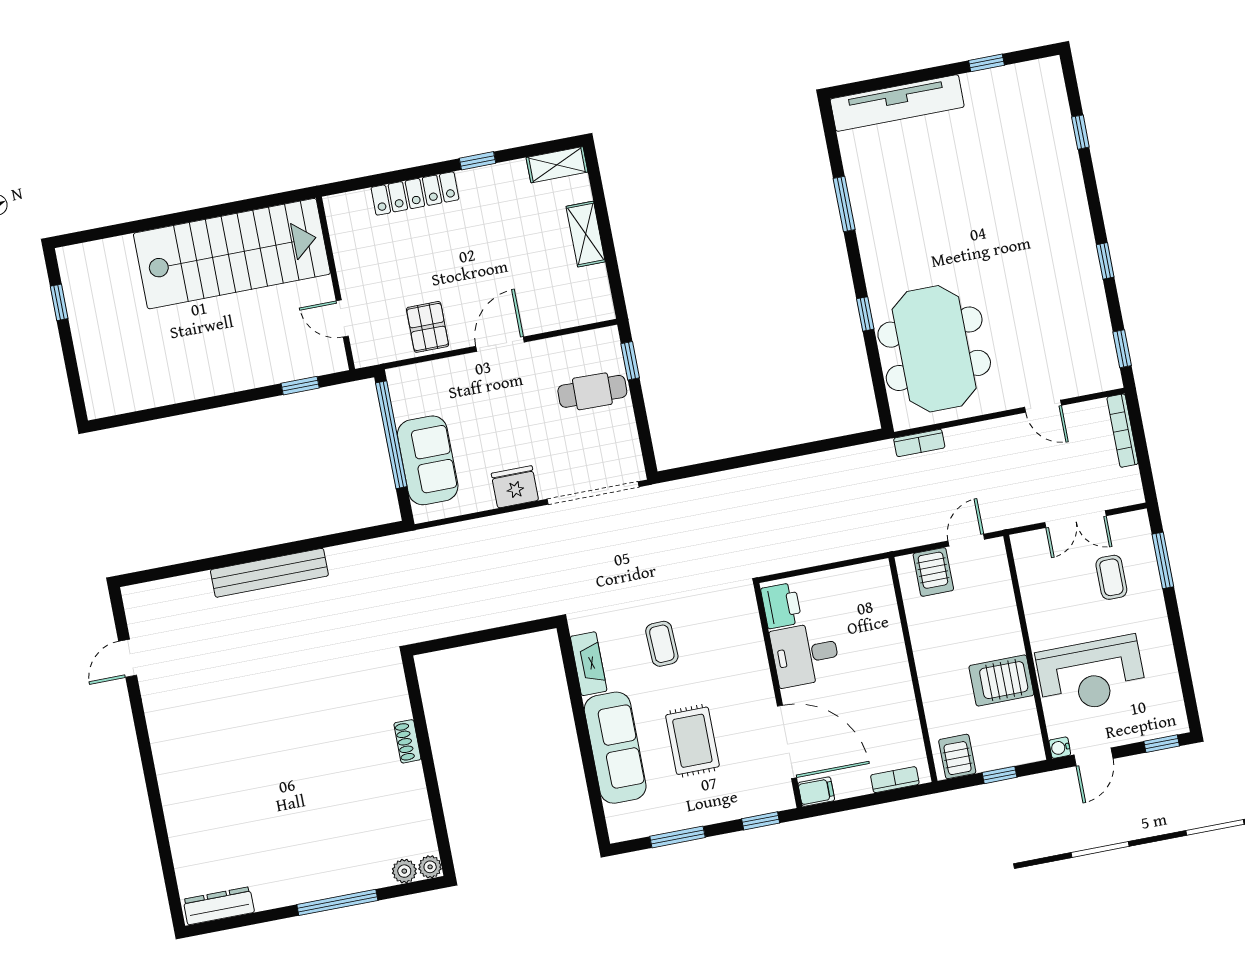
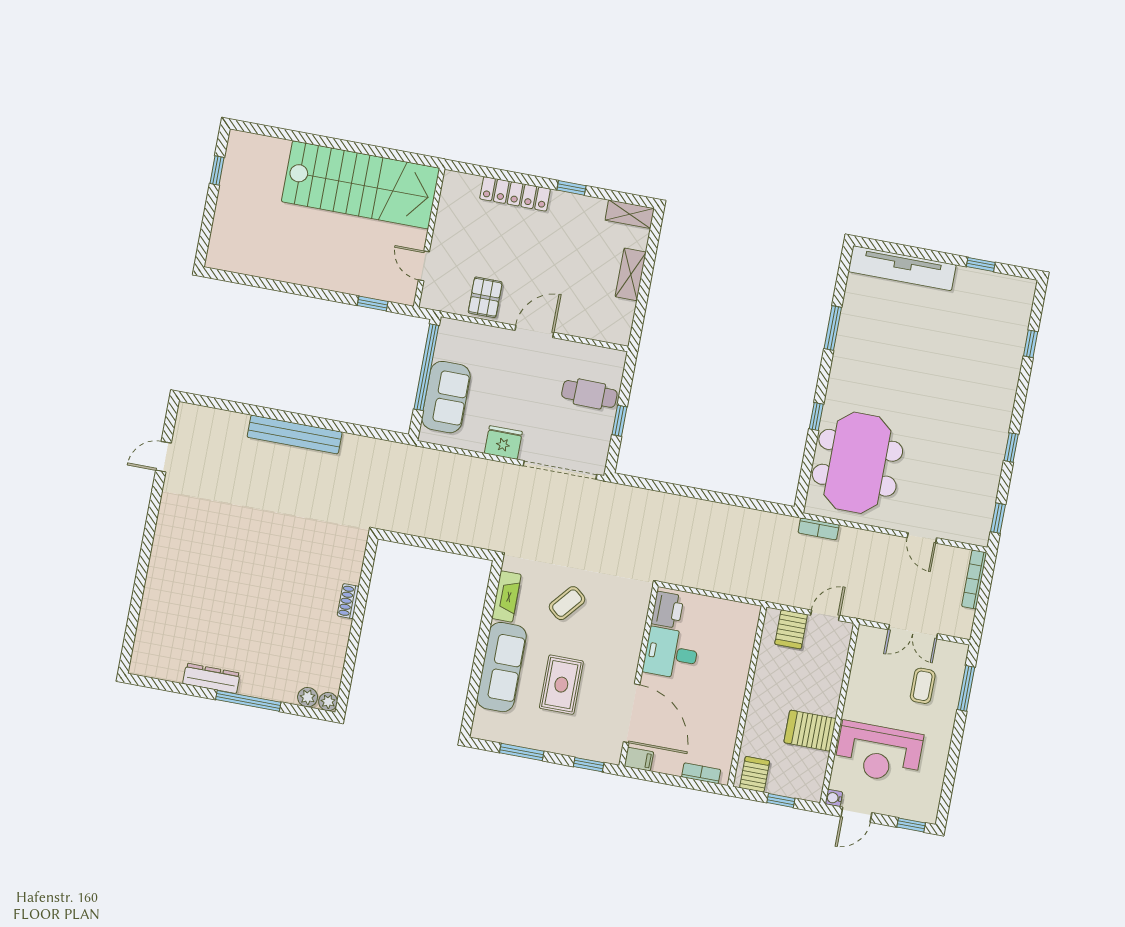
window: (630, 361) -> (619, 421), moved
coffee table: (662, 644) -> (567, 603), turned 42
dresser: (219, 906) -> (211, 678), moved

